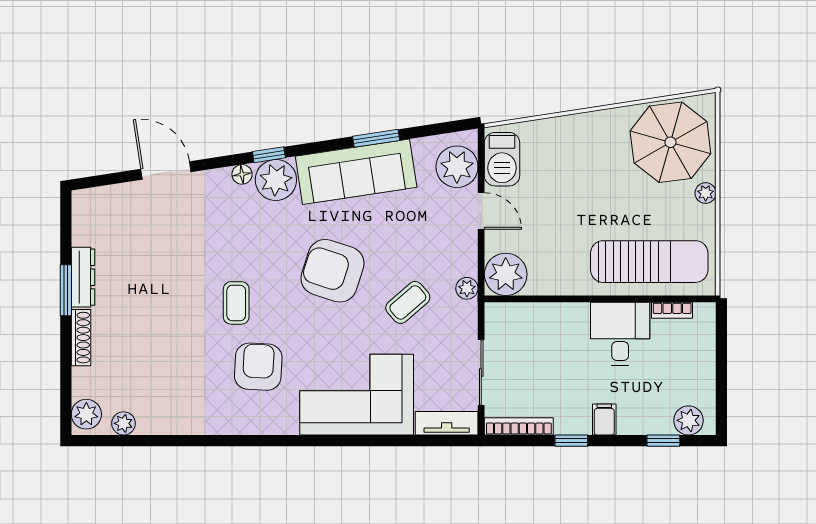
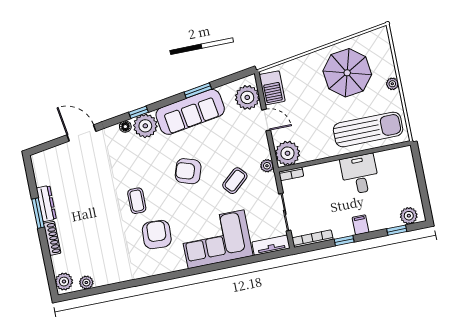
parasol: (670, 142) -> (347, 73), moved
armchair: (332, 271) -> (188, 171), width x0.73, depth x0.73
bookcase: (672, 310) -> (291, 174), moved

